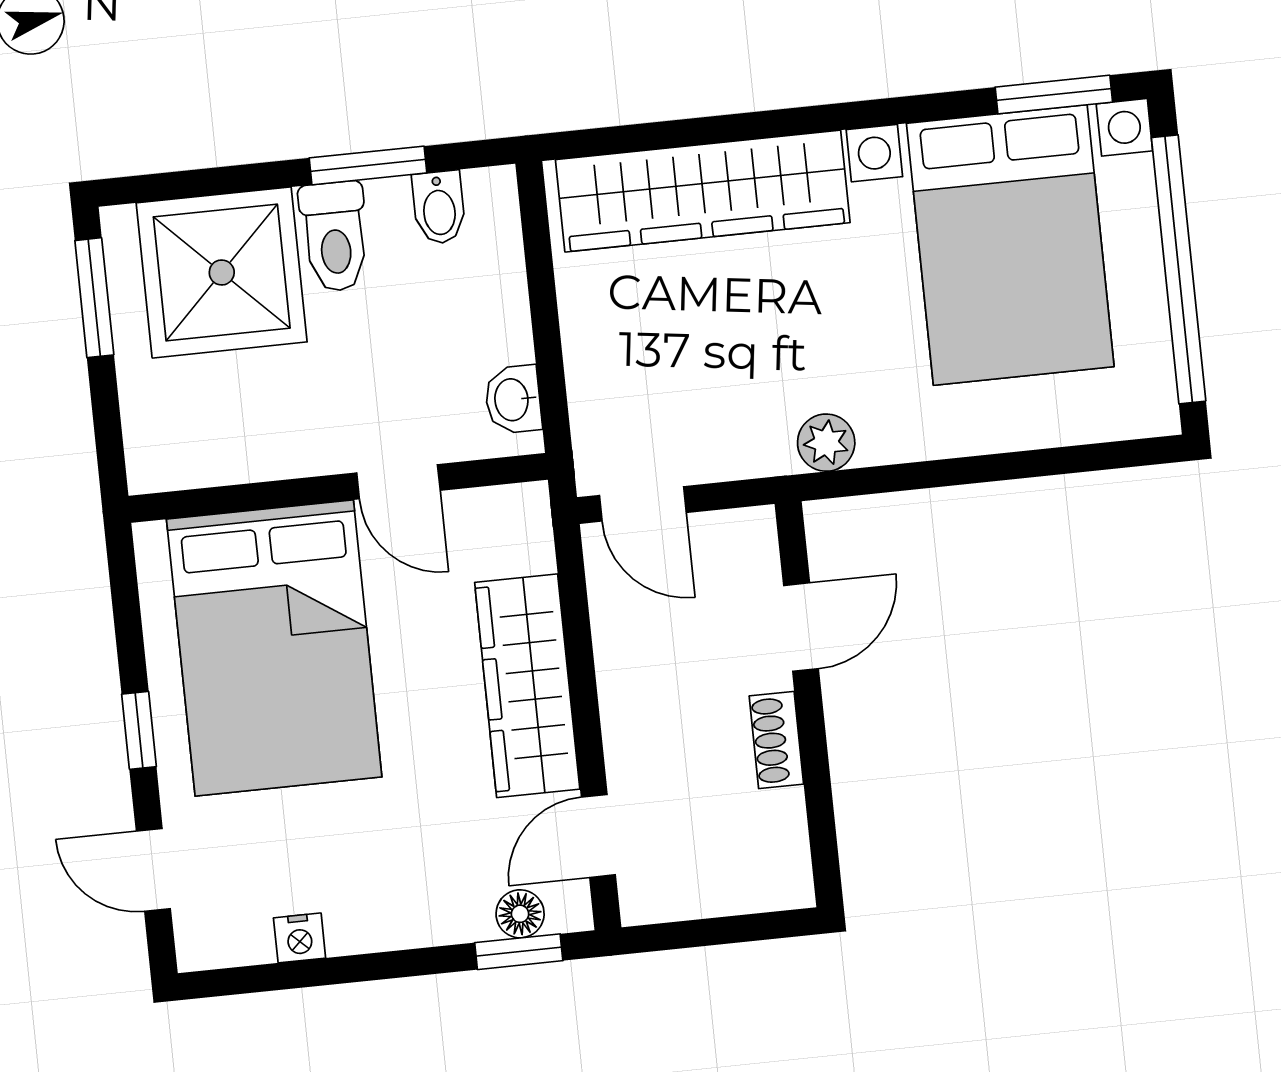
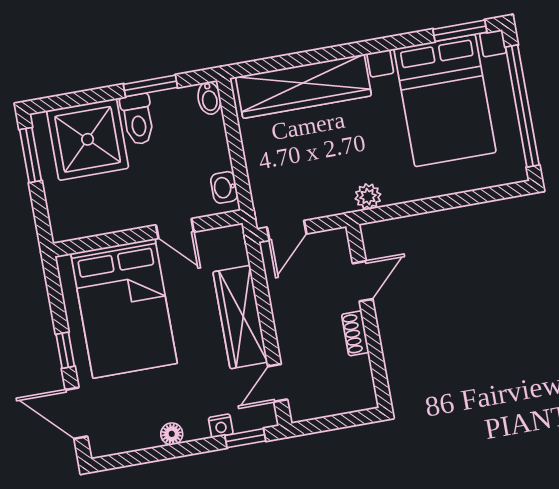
bidet: (439, 208) -> (209, 98), moved
door: (643, 504) -> (287, 231), hinge flipped
door: (153, 870) -> (76, 413), width x1.37
floor lamp: (520, 914) -> (172, 434), moved
nightstand: (300, 938) -> (221, 426), moved

